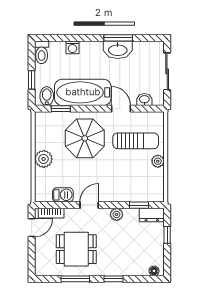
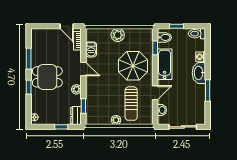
washbasin: (118, 50) -> (199, 73), moved
bathtub: (83, 92) -> (165, 64), width x0.73, depth x0.73
dining table: (76, 249) -> (47, 77), moved, turned 90

